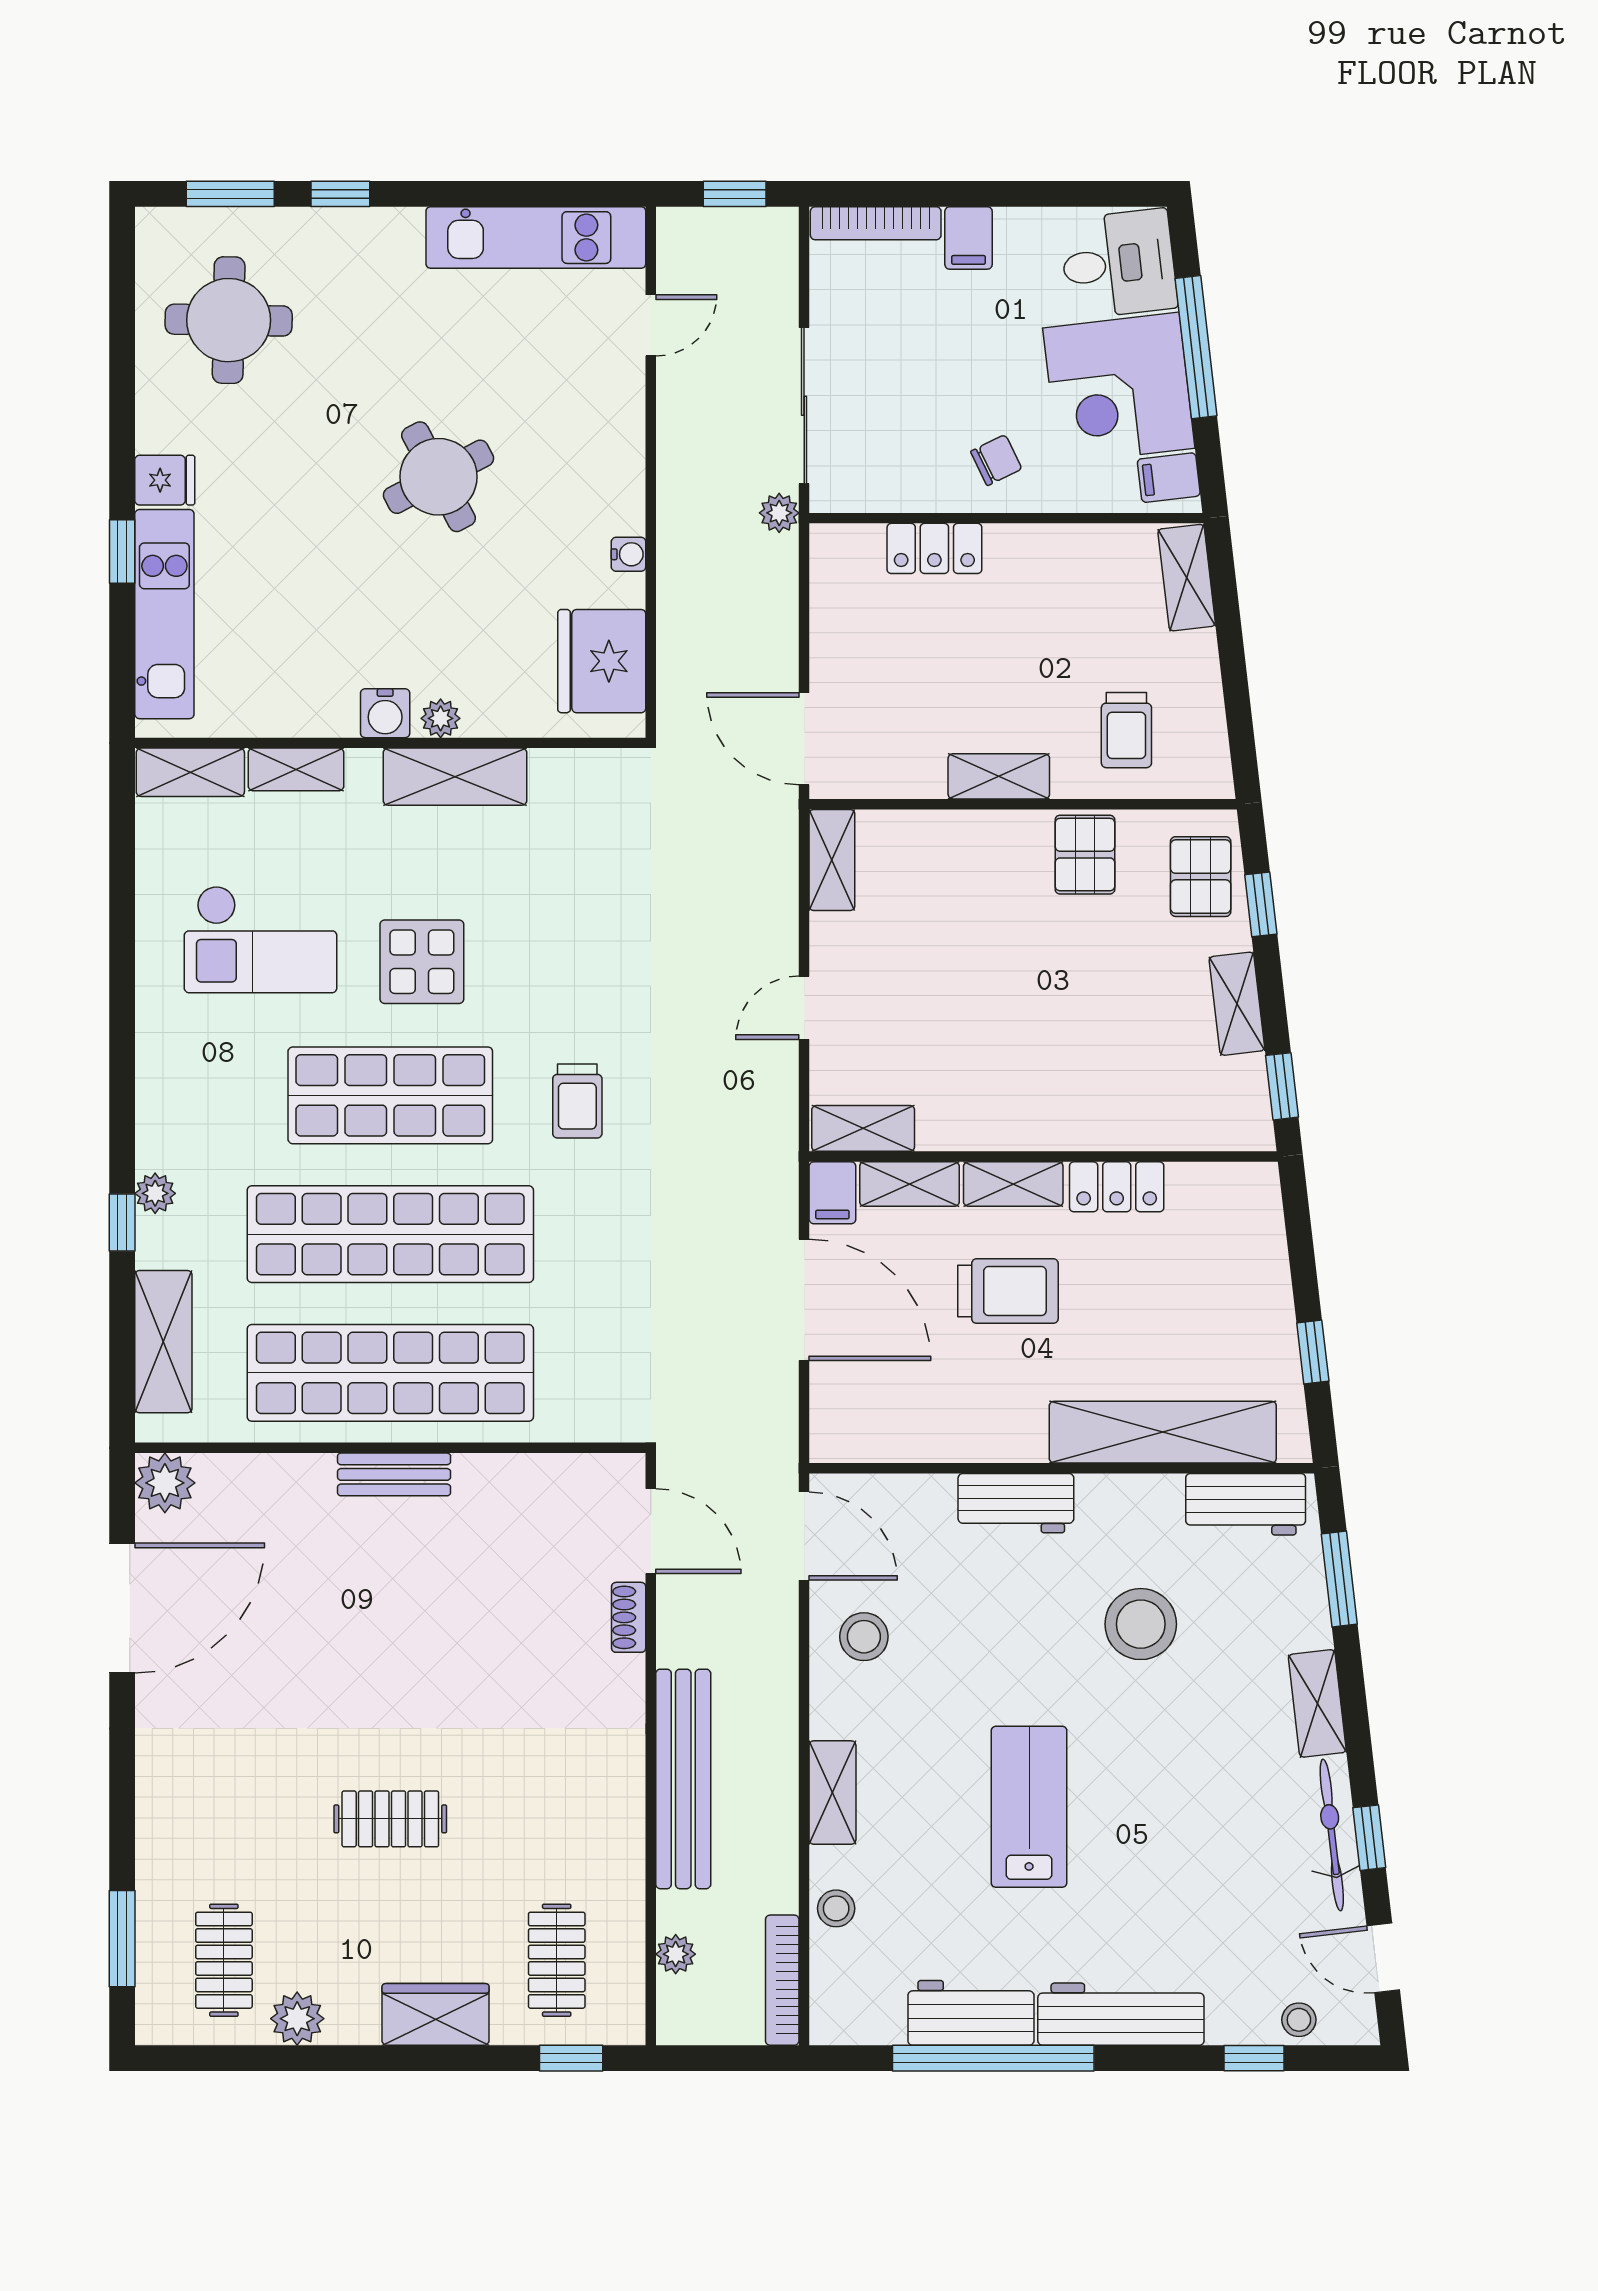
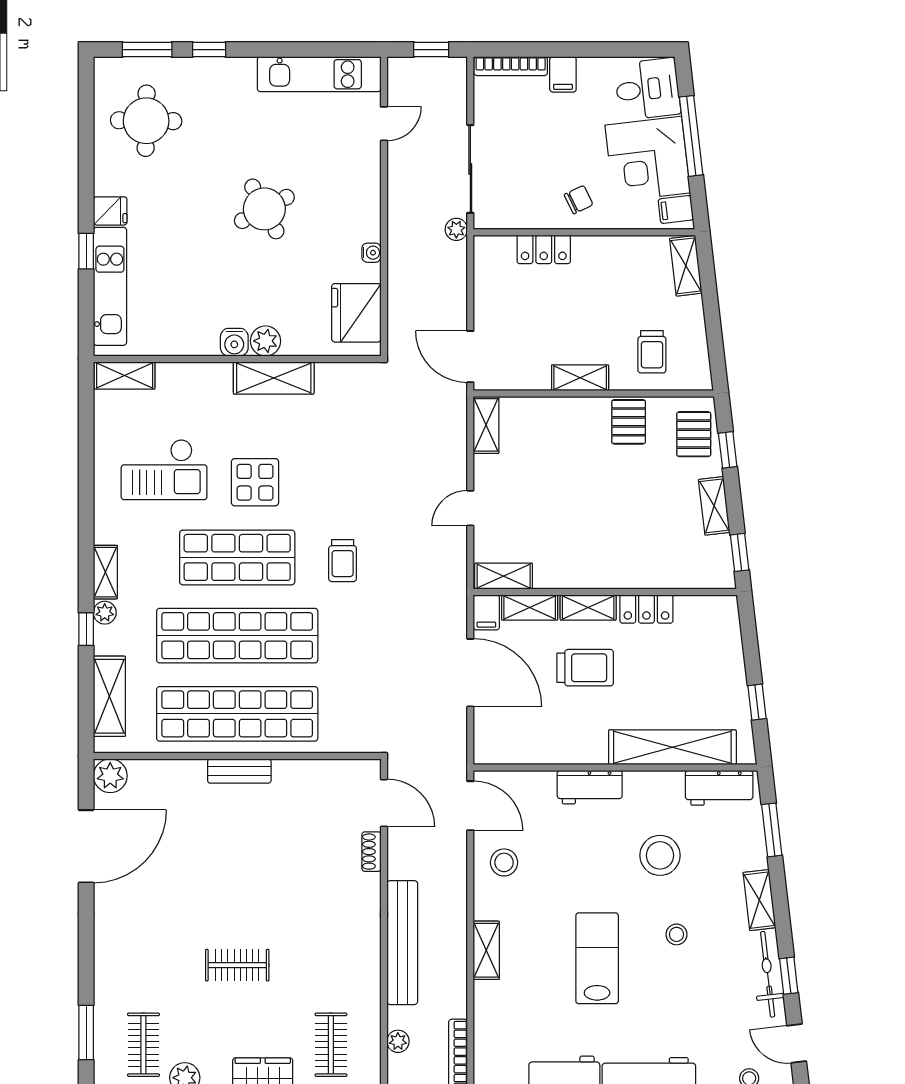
plant: (441, 718) -> (266, 341), width x1.38, depth x1.38
shelving: (296, 769) -> (105, 572), moved, turned 90
stool: (836, 1908) -> (676, 934), moved

